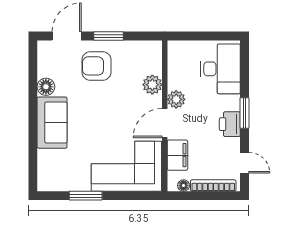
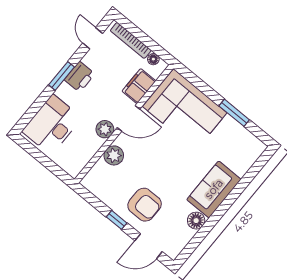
window: (109, 36) -> (117, 220), width x0.67

